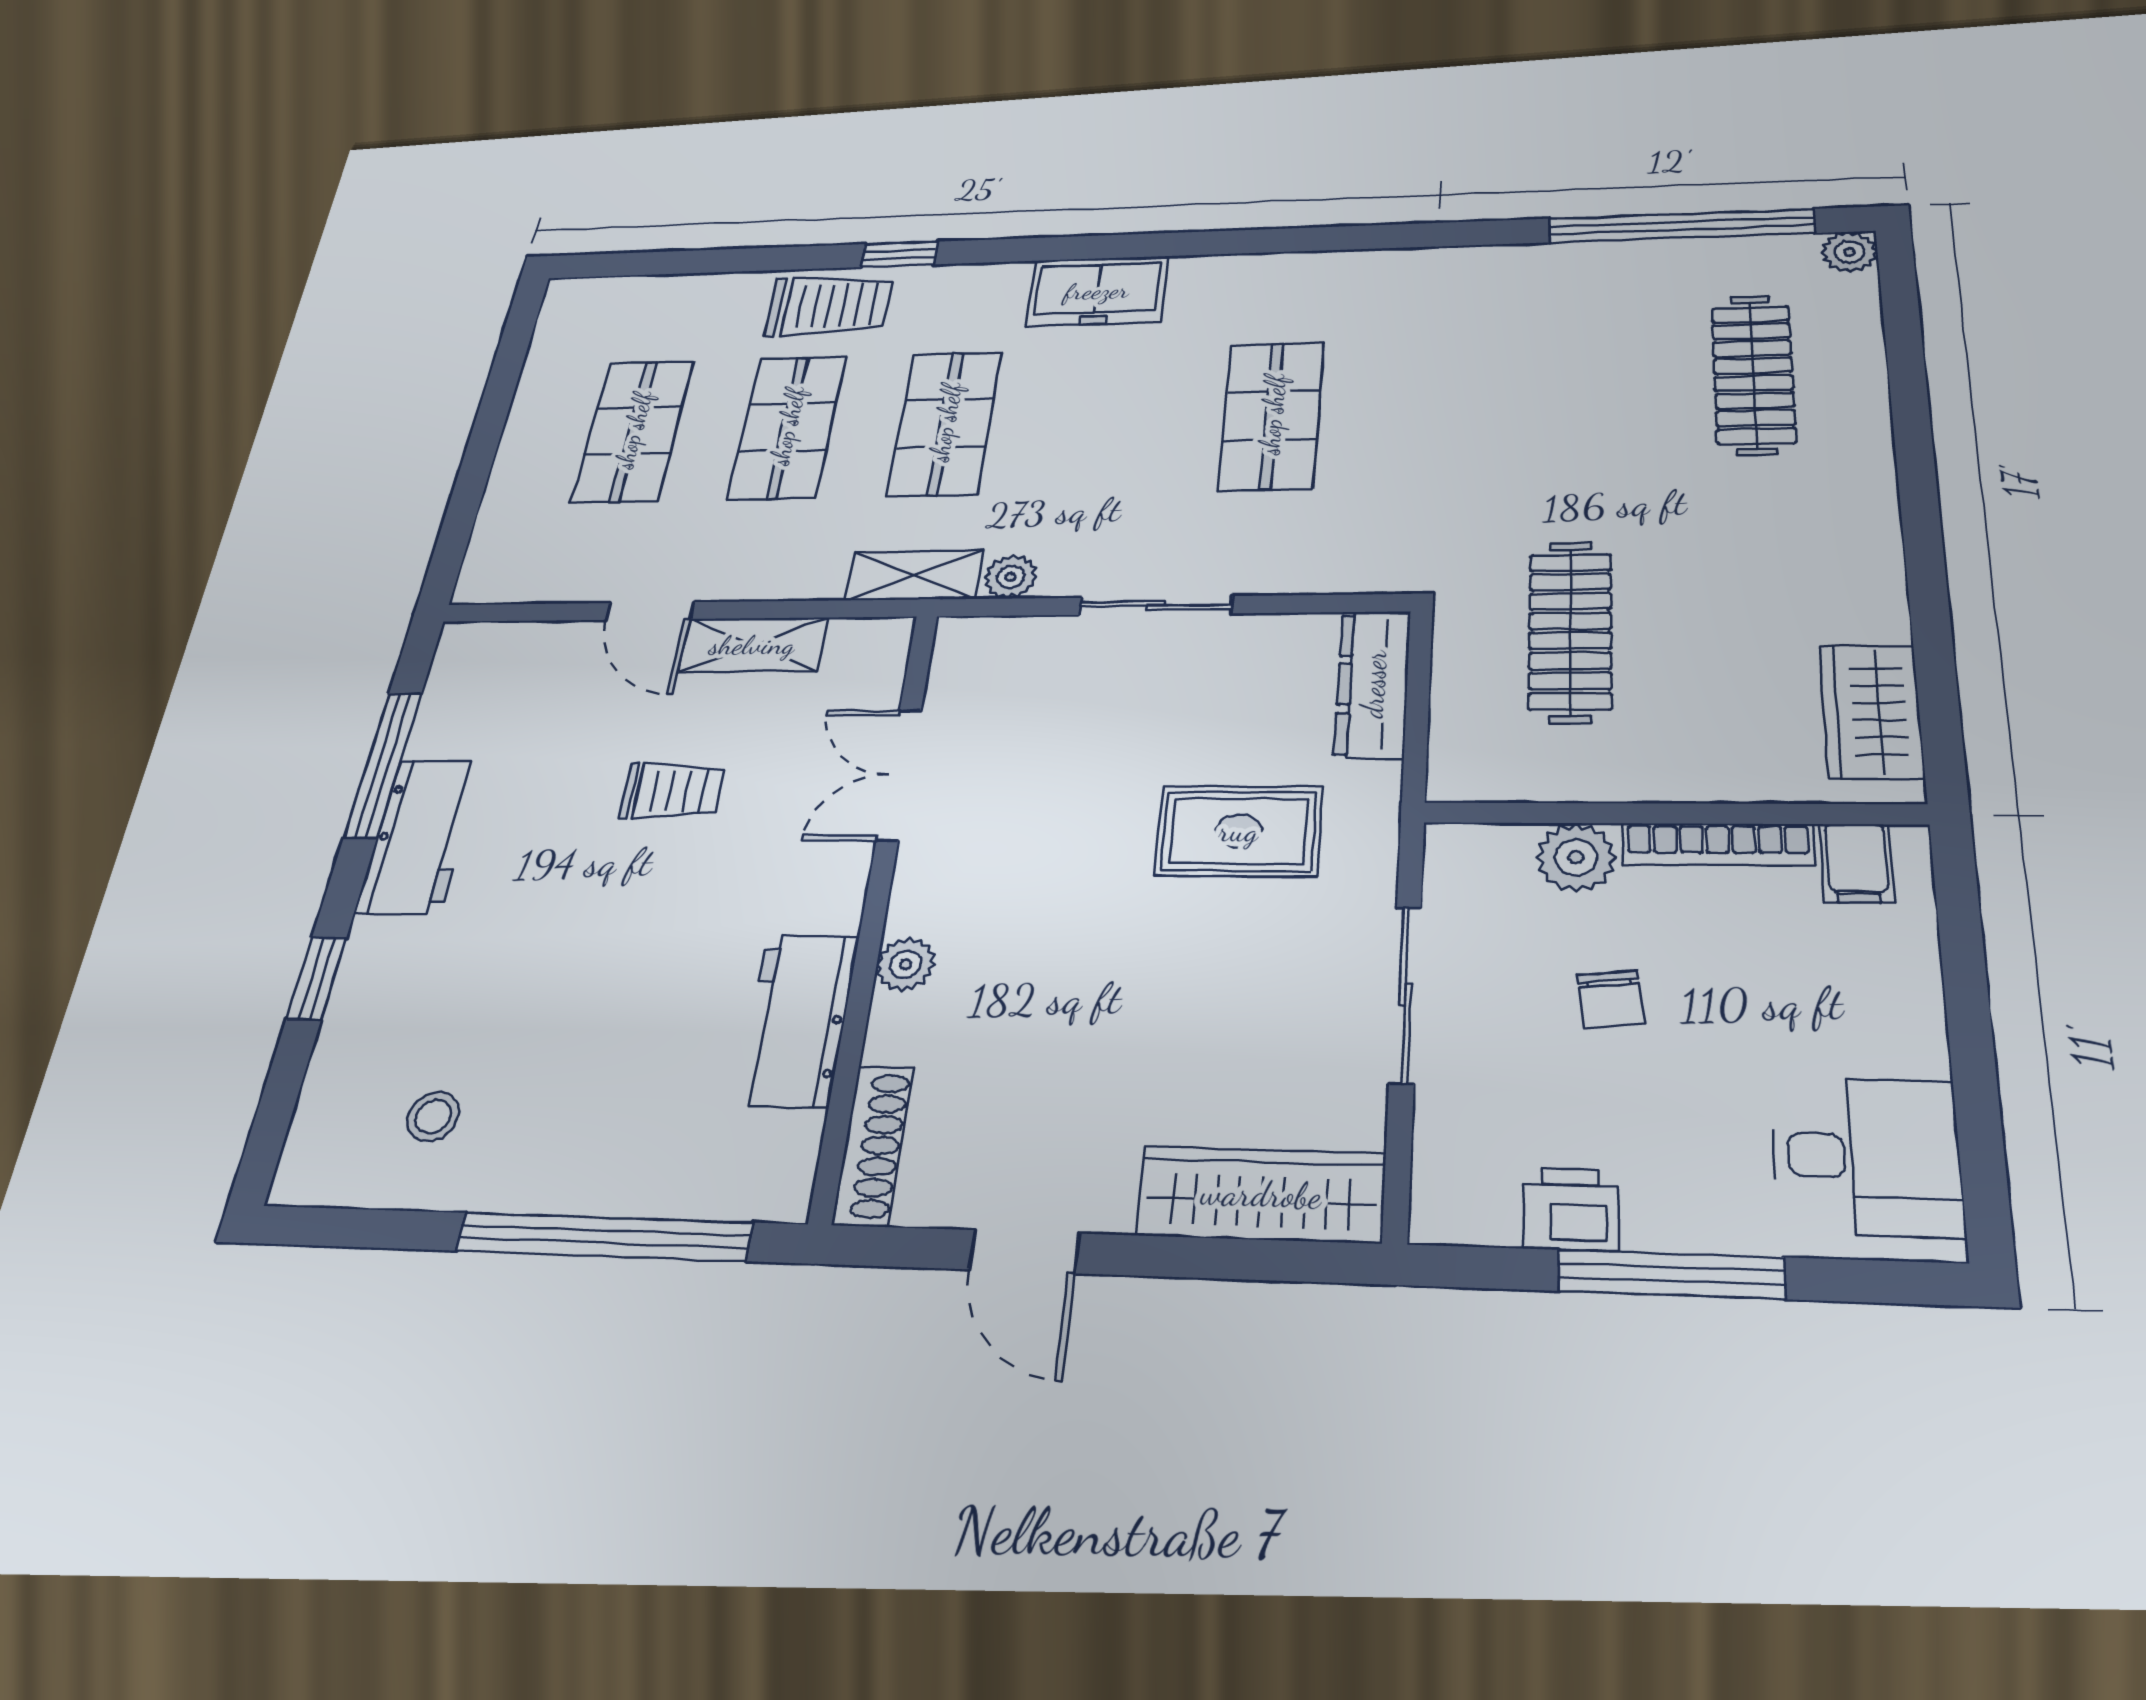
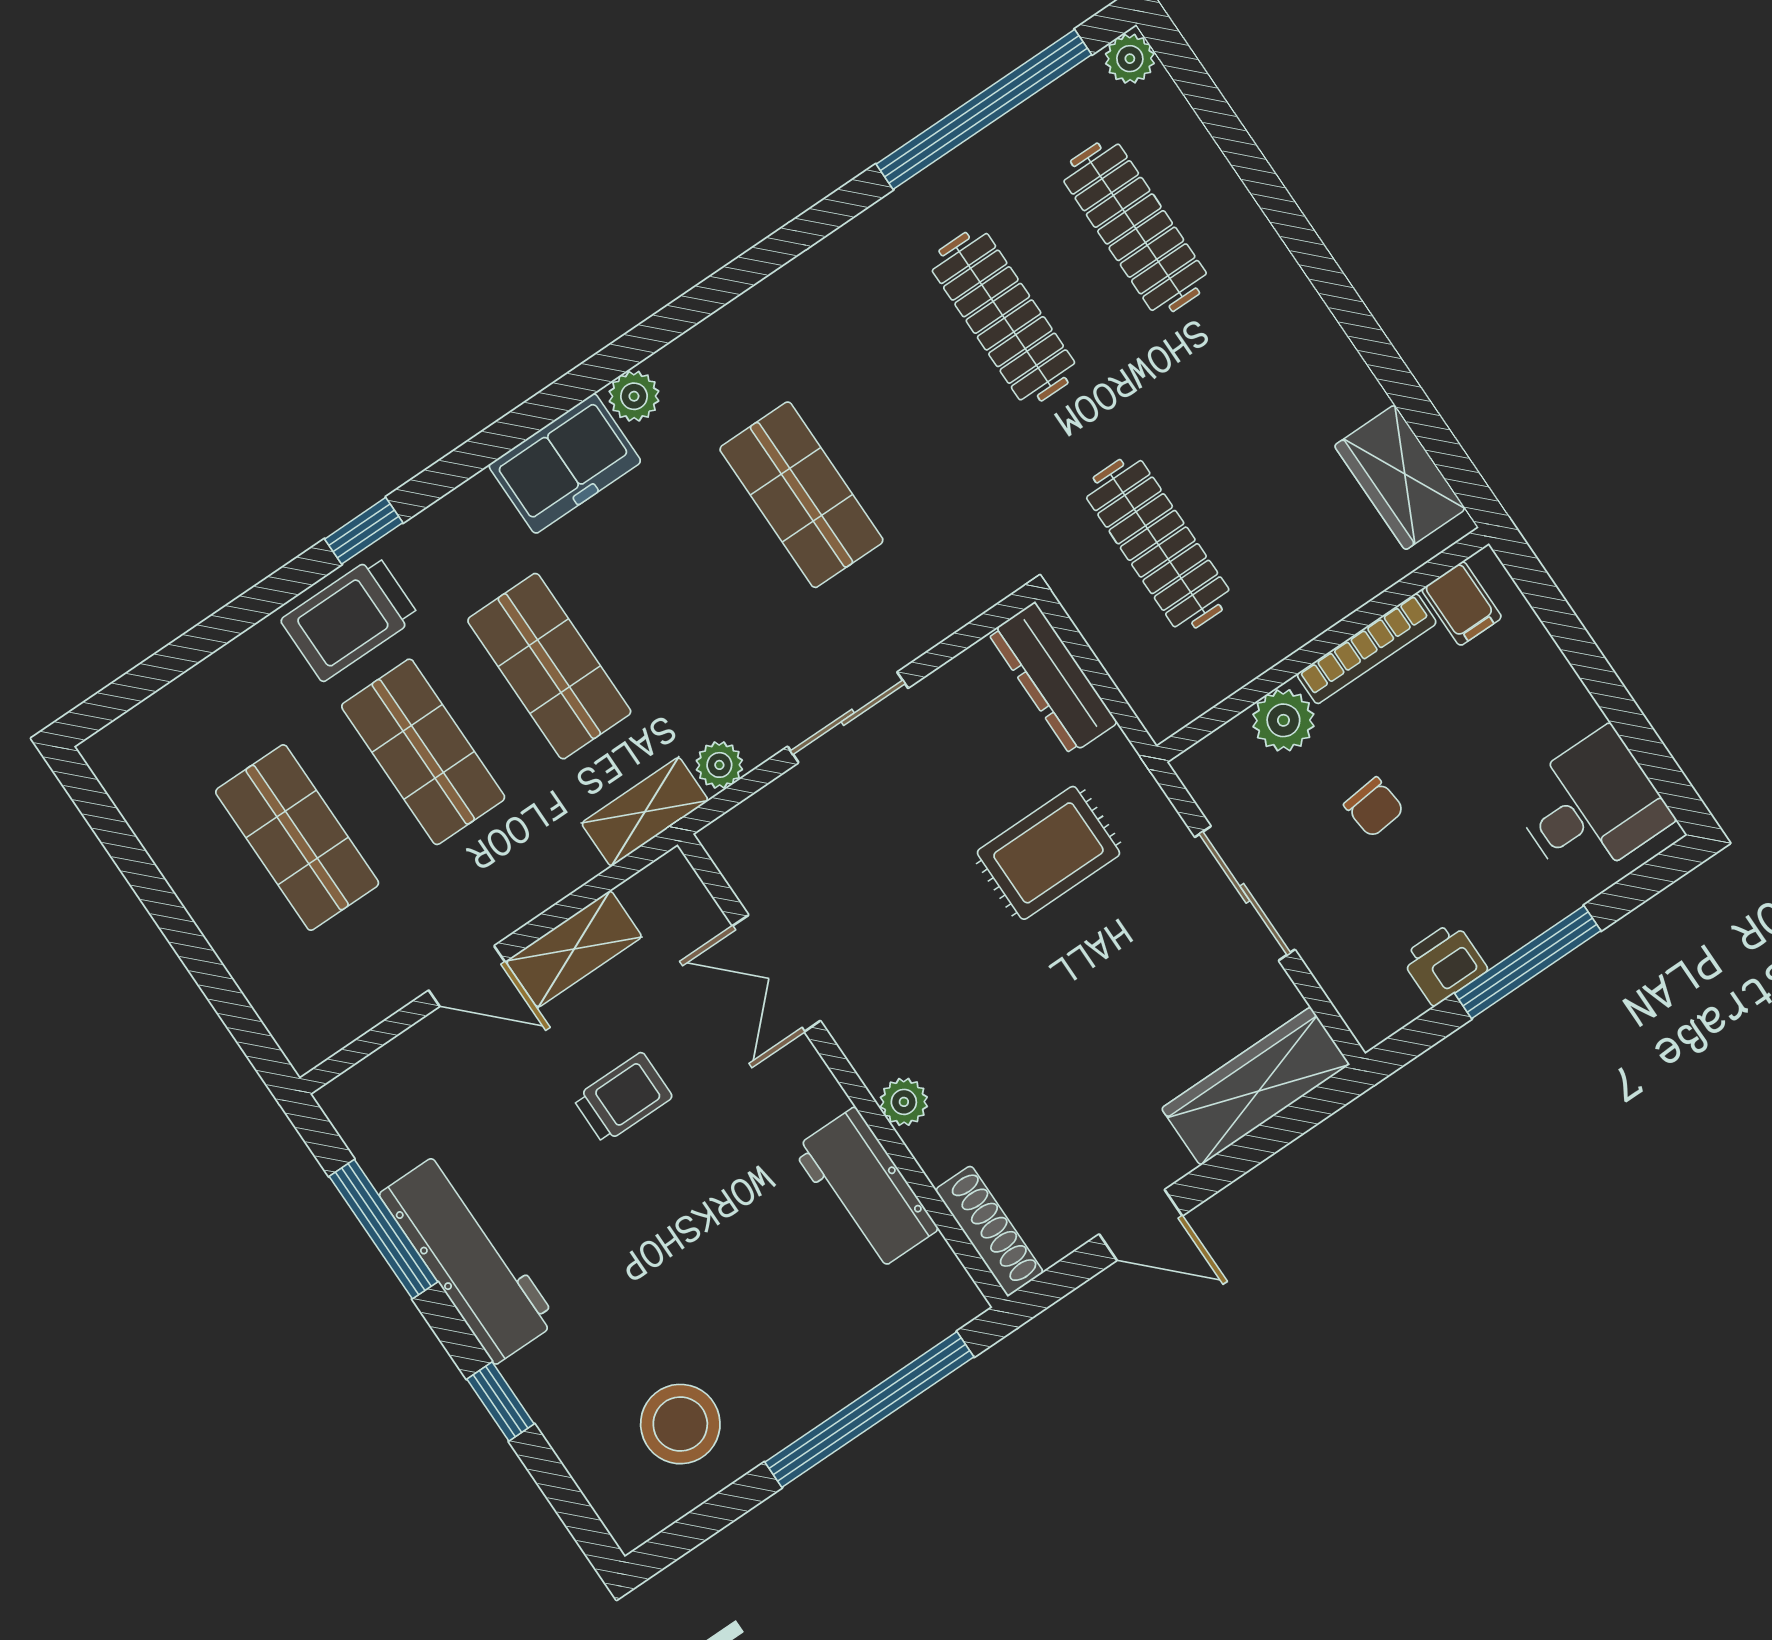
plant: (1197, 275) -> (634, 396), added
trolley: (829, 306) -> (350, 618), turned 180
clothes rail: (1571, 379) -> (1003, 317), added
workbench: (420, 836) -> (469, 1258), width x1.38
stool: (433, 1116) -> (680, 1424), width x1.89, depth x1.89

